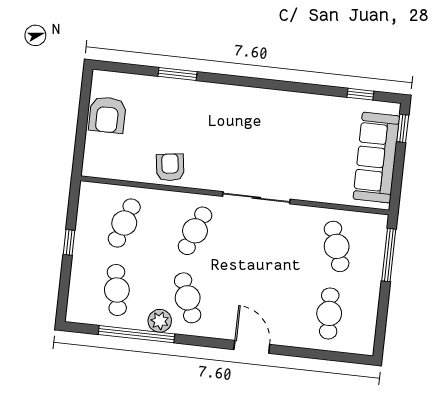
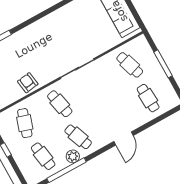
cafe table: (195, 231) -> (60, 104), turned -33
window: (389, 255) -> (163, 64), moved
door: (252, 347) -> (123, 139), swing flipped

